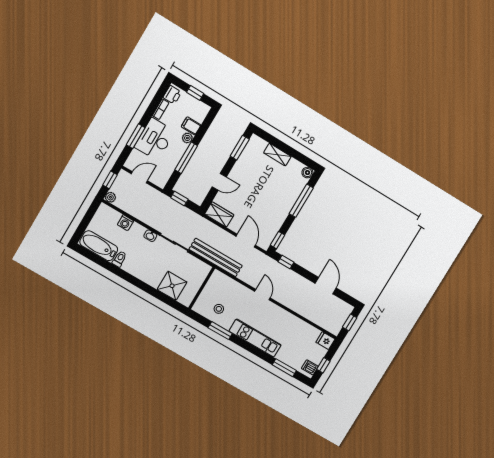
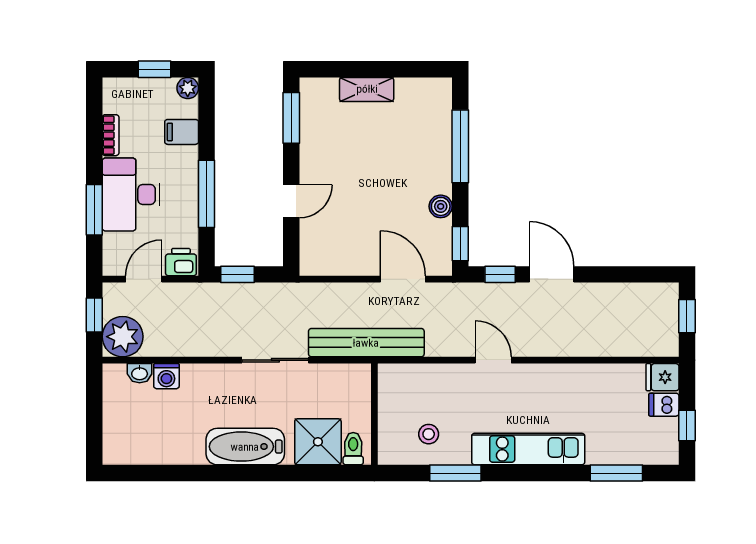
printer: (172, 95) -> (181, 262), moved, turned -90
plant: (187, 138) -> (188, 88), moved
boiler: (307, 173) -> (441, 206), moved
plant: (110, 197) -> (123, 337), width x1.87, depth x1.87
wardrobe: (219, 214) -> (326, 260), removed
washbasin: (150, 236) -> (140, 373), moved
bathtub: (99, 246) -> (245, 447), moved
toilet: (119, 259) -> (353, 449), moved
door: (326, 286) -> (552, 274), moved
dishwasher: (310, 367) -> (664, 405), moved

